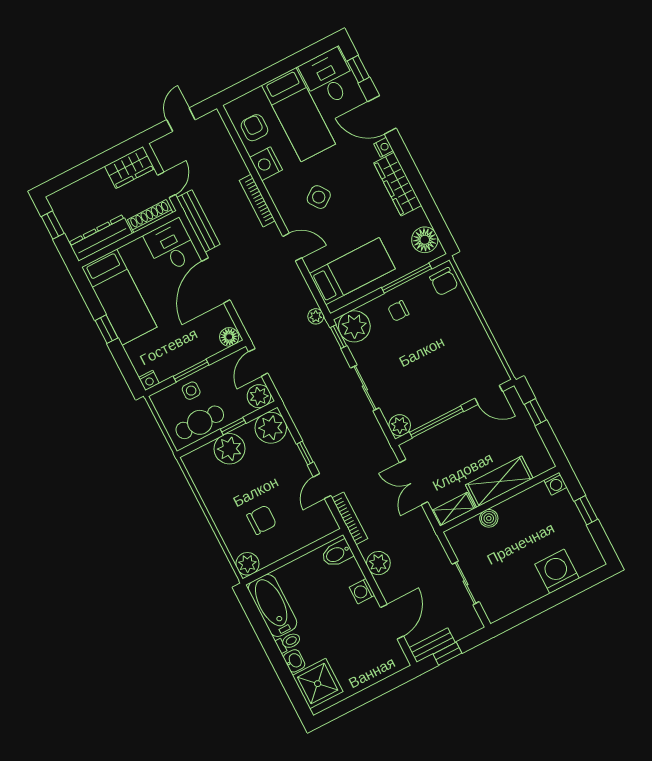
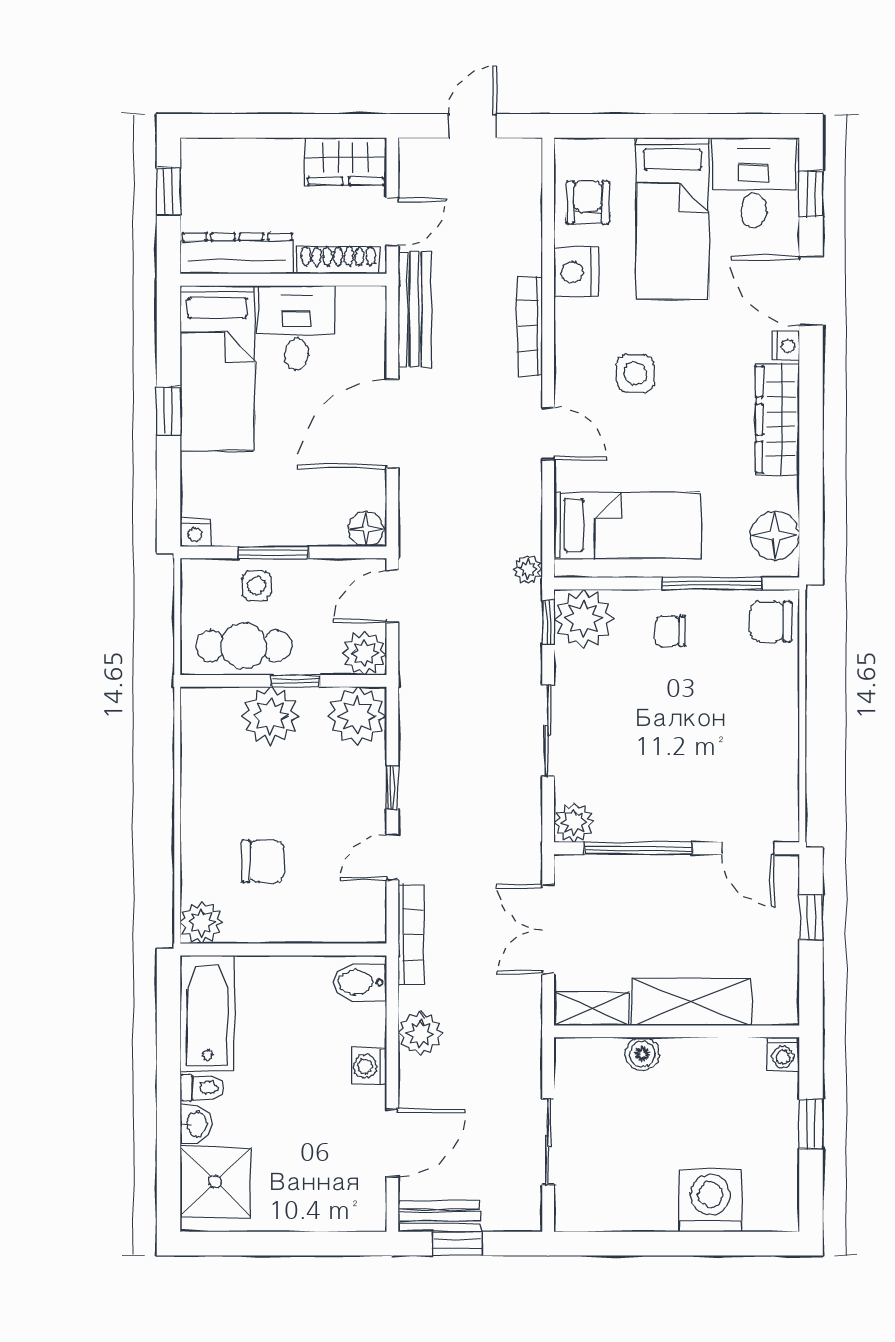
side table: (319, 197) -> (635, 373), turned 36
desk: (171, 246) -> (297, 328), moved
chair: (444, 282) -> (771, 621), turned 90

